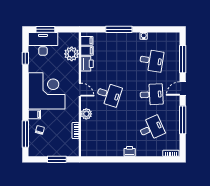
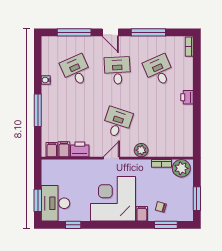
plant: (72, 54) -> (181, 168), moved
desk: (151, 61) -> (76, 70), turned -33
window: (25, 134) -> (166, 225), width x0.69
window: (57, 159) -> (197, 199), moved

